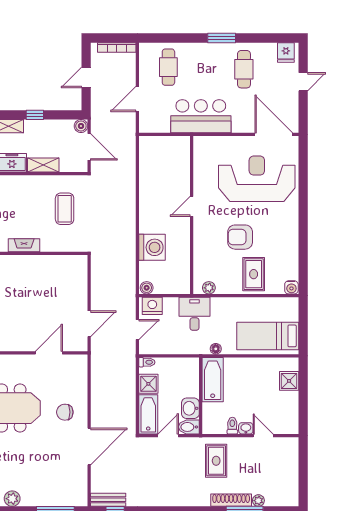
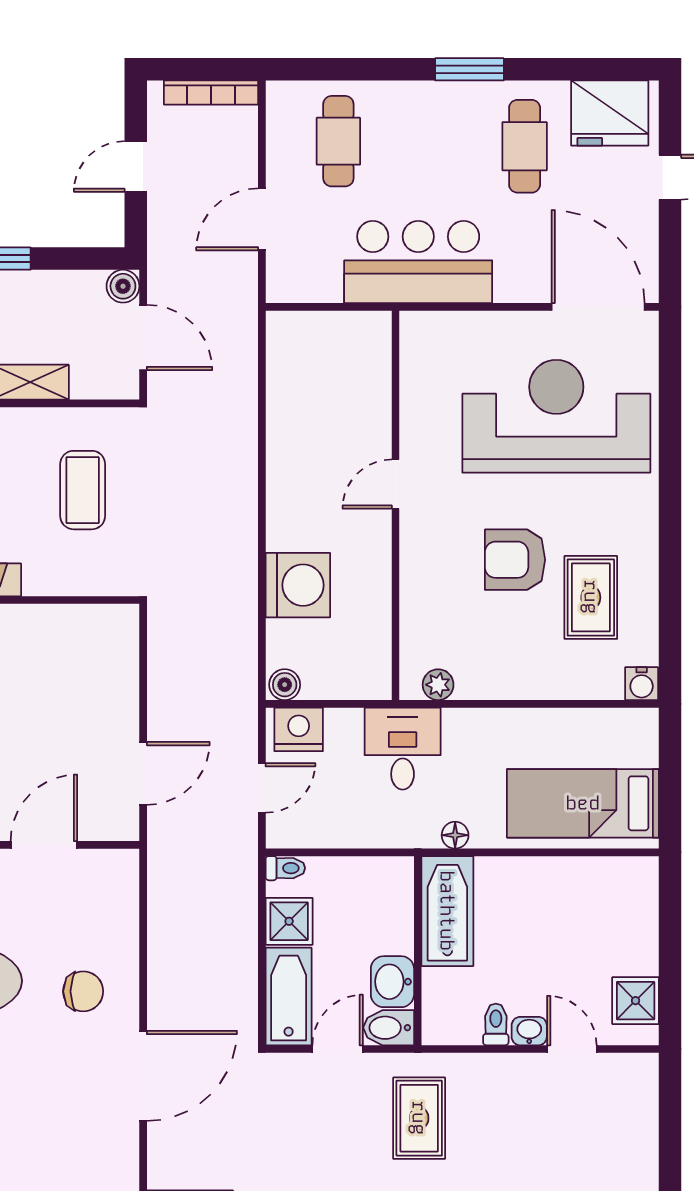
fridge: (286, 52) -> (610, 113), width x1.88, depth x1.34
rug: (254, 274) -> (591, 597), moved
shower: (289, 381) -> (636, 1001), moved
chair: (65, 412) -> (83, 991), turned 180
rug: (216, 461) -> (419, 1118), moved

